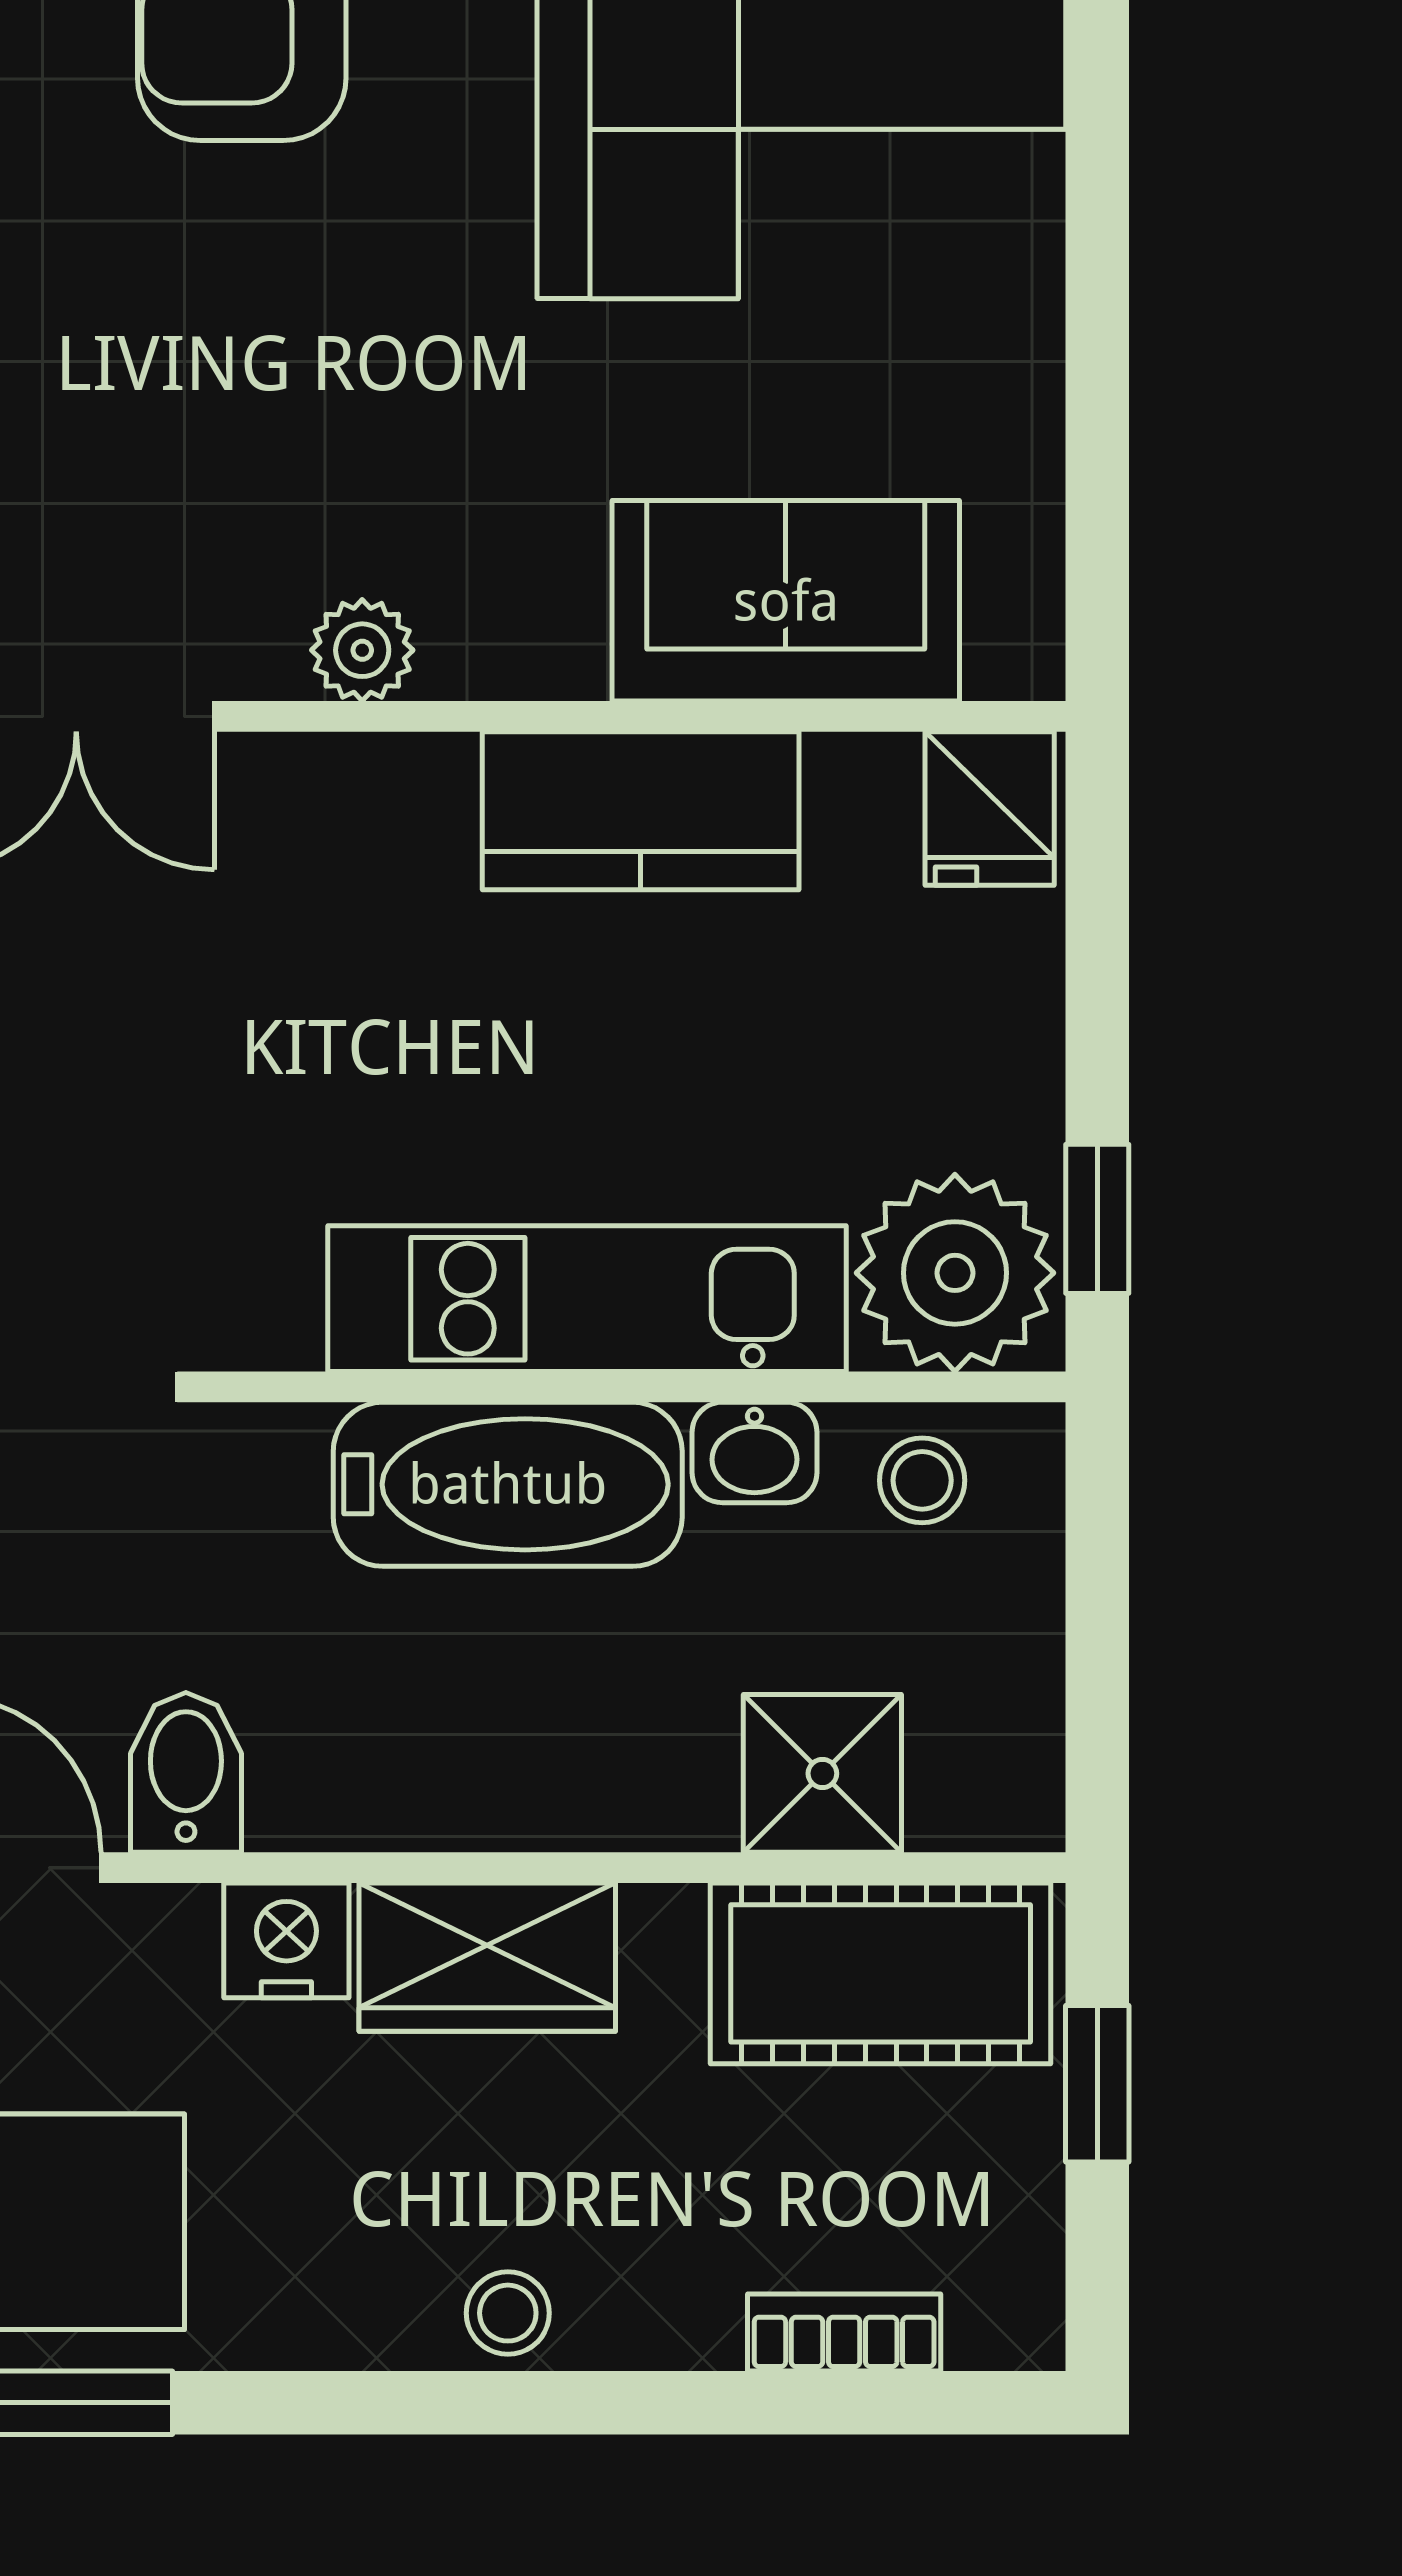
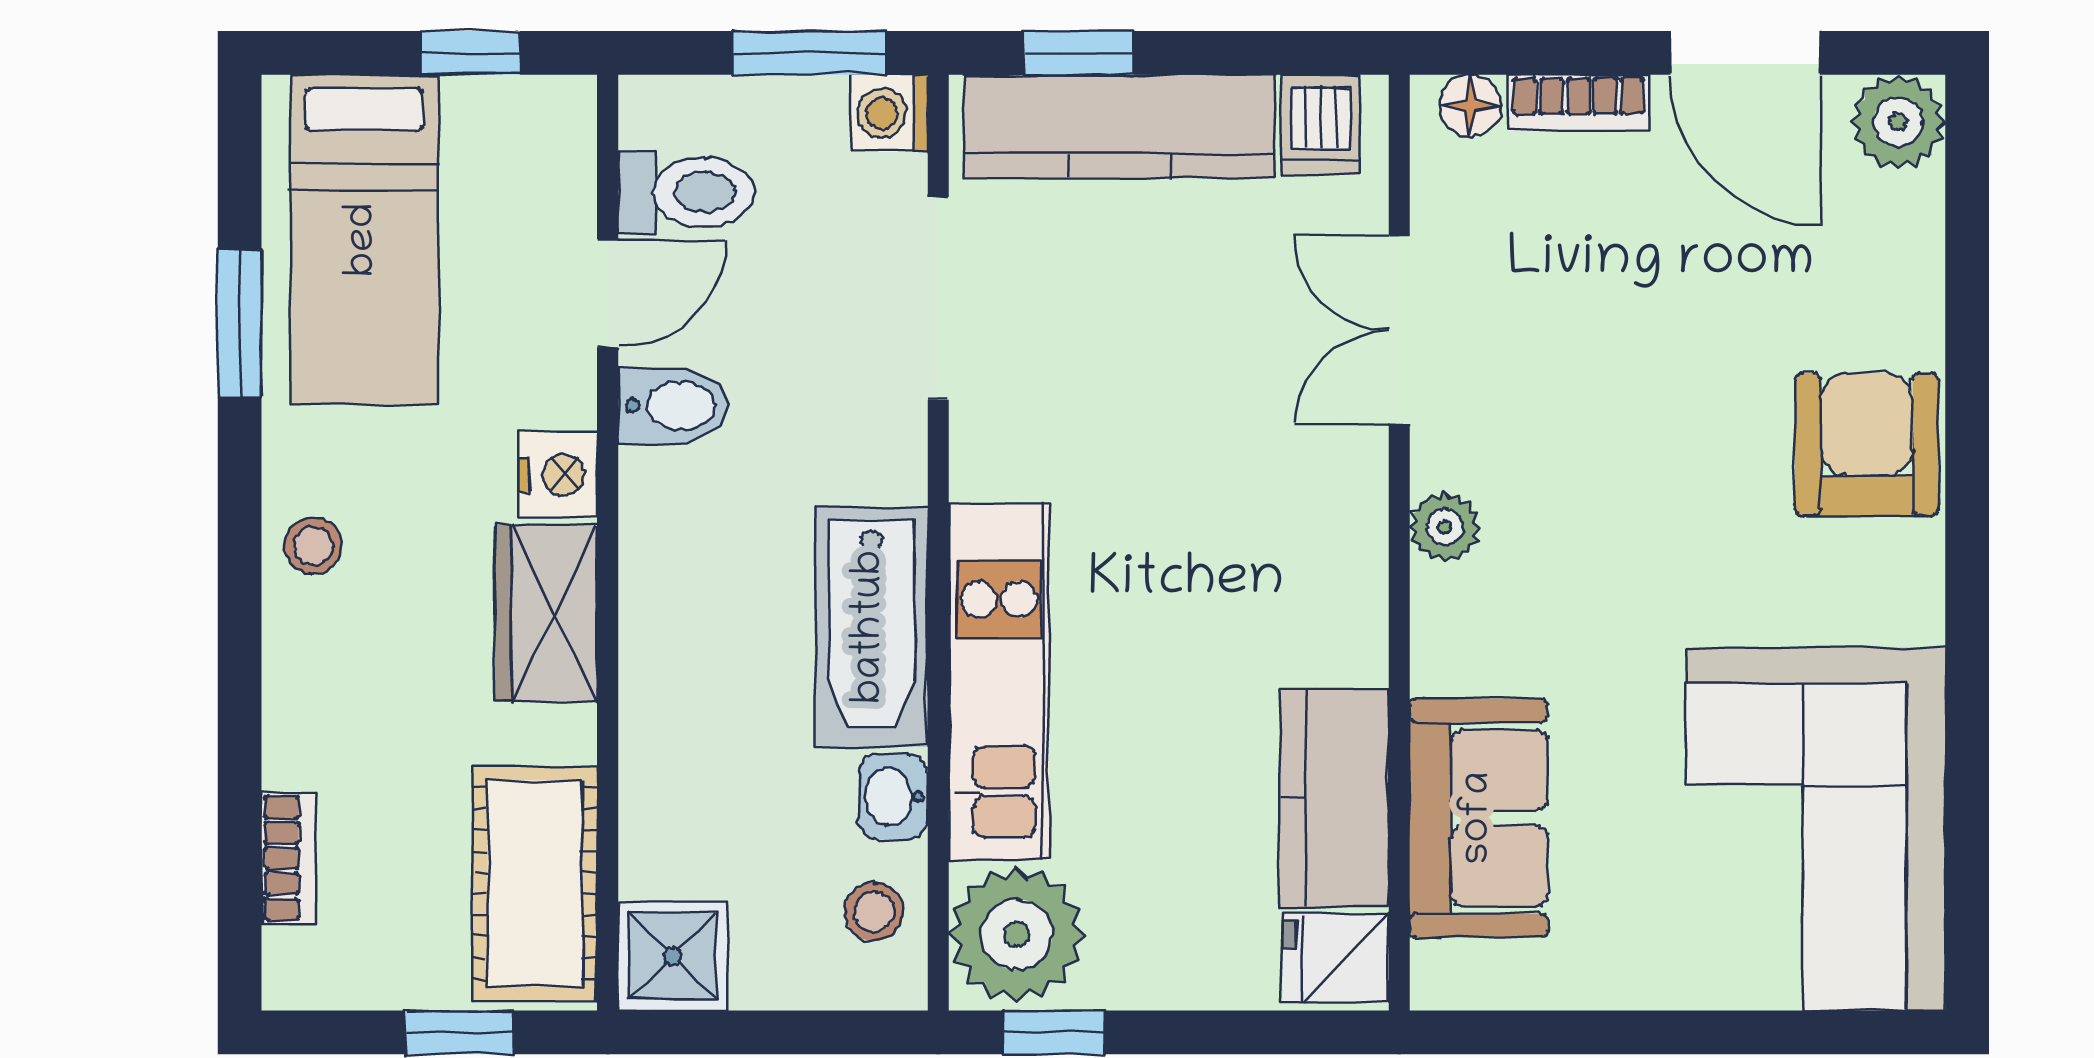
kitchen counter: (641, 811) -> (1334, 798), moved
shower: (822, 1773) -> (672, 956), moved
stool: (508, 2313) -> (313, 546), moved

